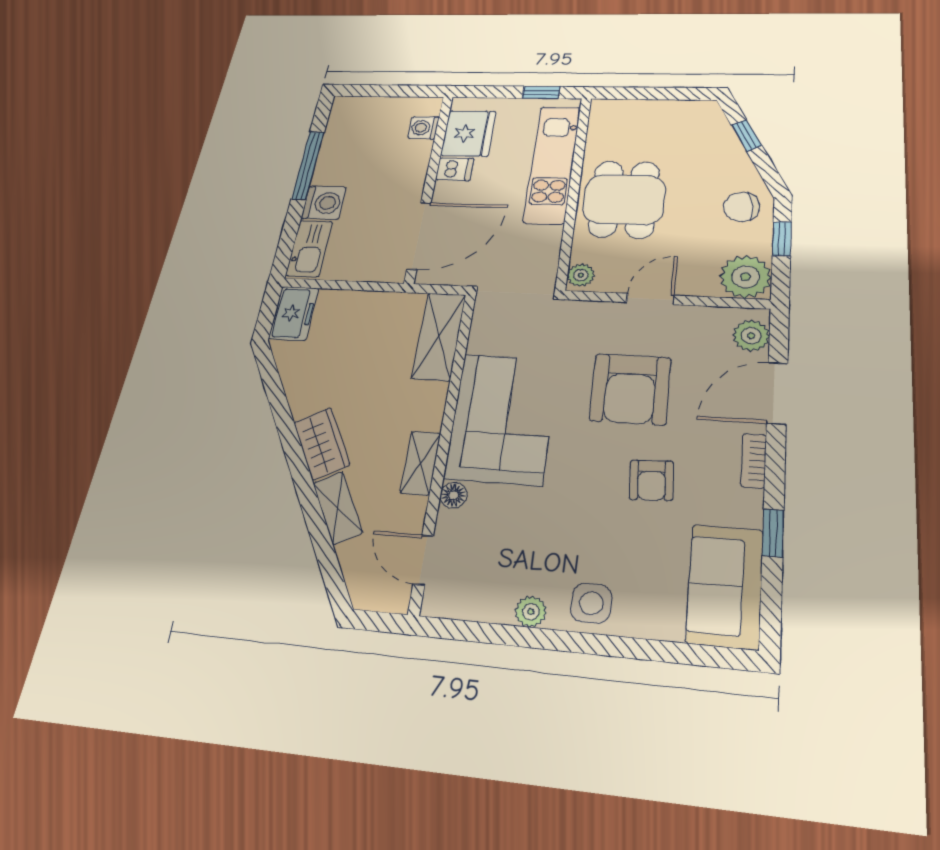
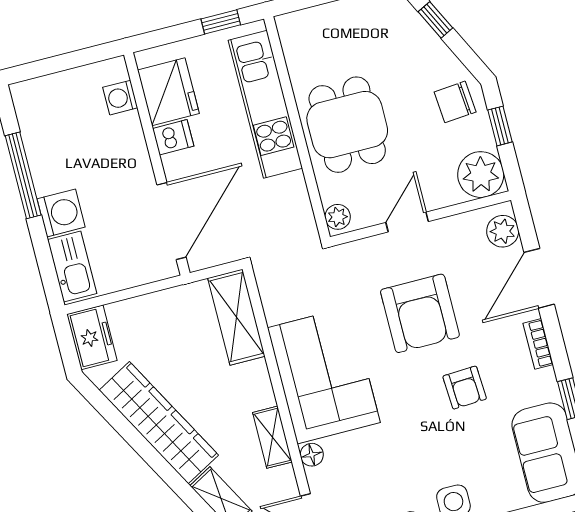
wardrobe: (322, 444) -> (159, 423), width x2.10, depth x1.17

